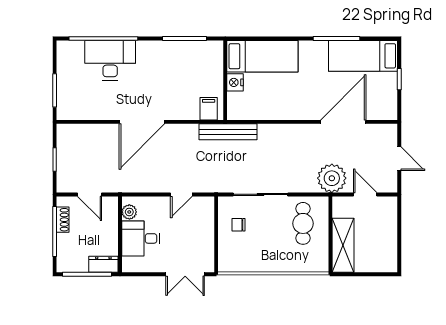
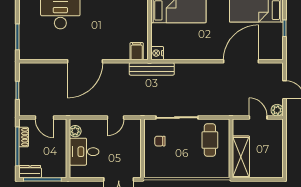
nightstand: (235, 82) -> (157, 53), moved
plant: (332, 178) -> (277, 110), moved, width x0.53, depth x0.53
dresser: (103, 264) -> (30, 172), moved

